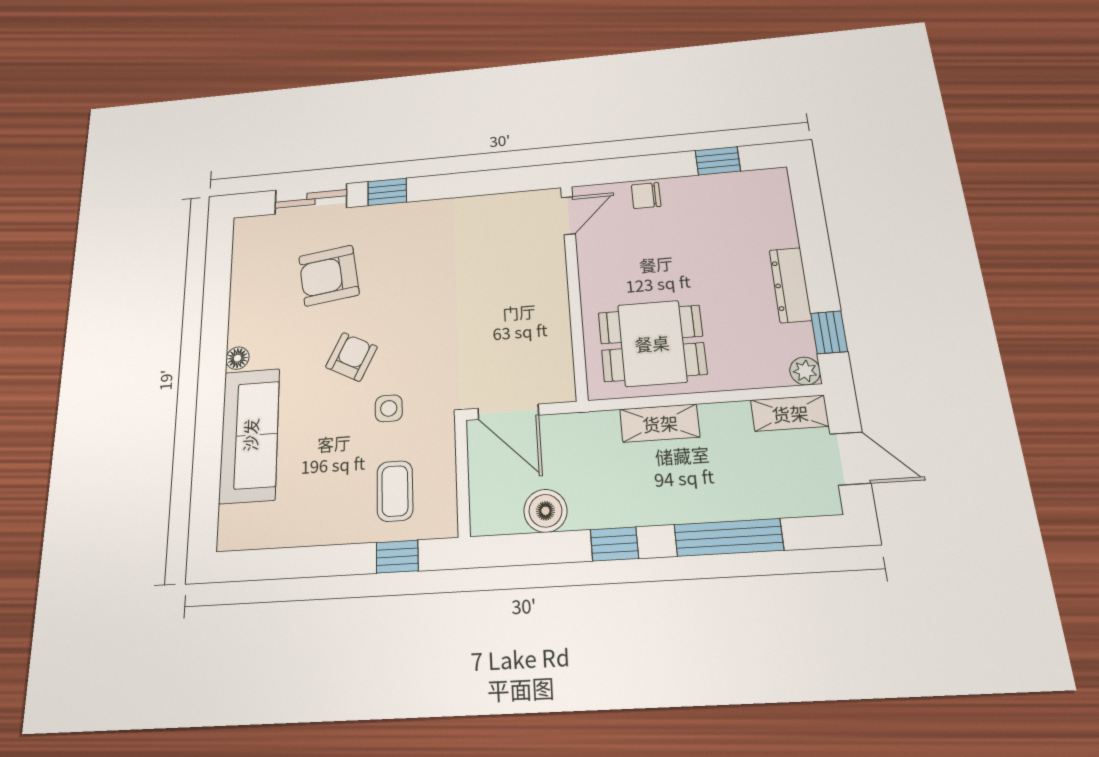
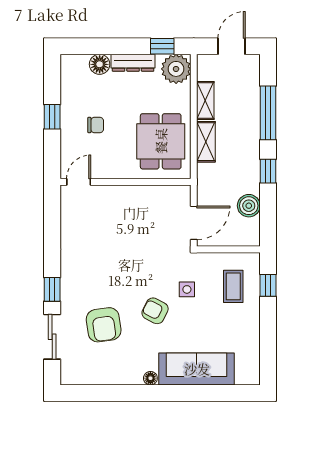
window: (718, 161) -> (52, 117), moved
chair: (646, 196) -> (96, 125), moved, turned -90
door: (568, 216) -> (79, 182), hinge flipped
floor lamp: (779, 230) -> (100, 64), added
plant: (805, 371) -> (176, 69), width x1.88, depth x1.88
shelving: (790, 413) -> (205, 101), moved
coffee table: (395, 491) -> (233, 286), turned 90

